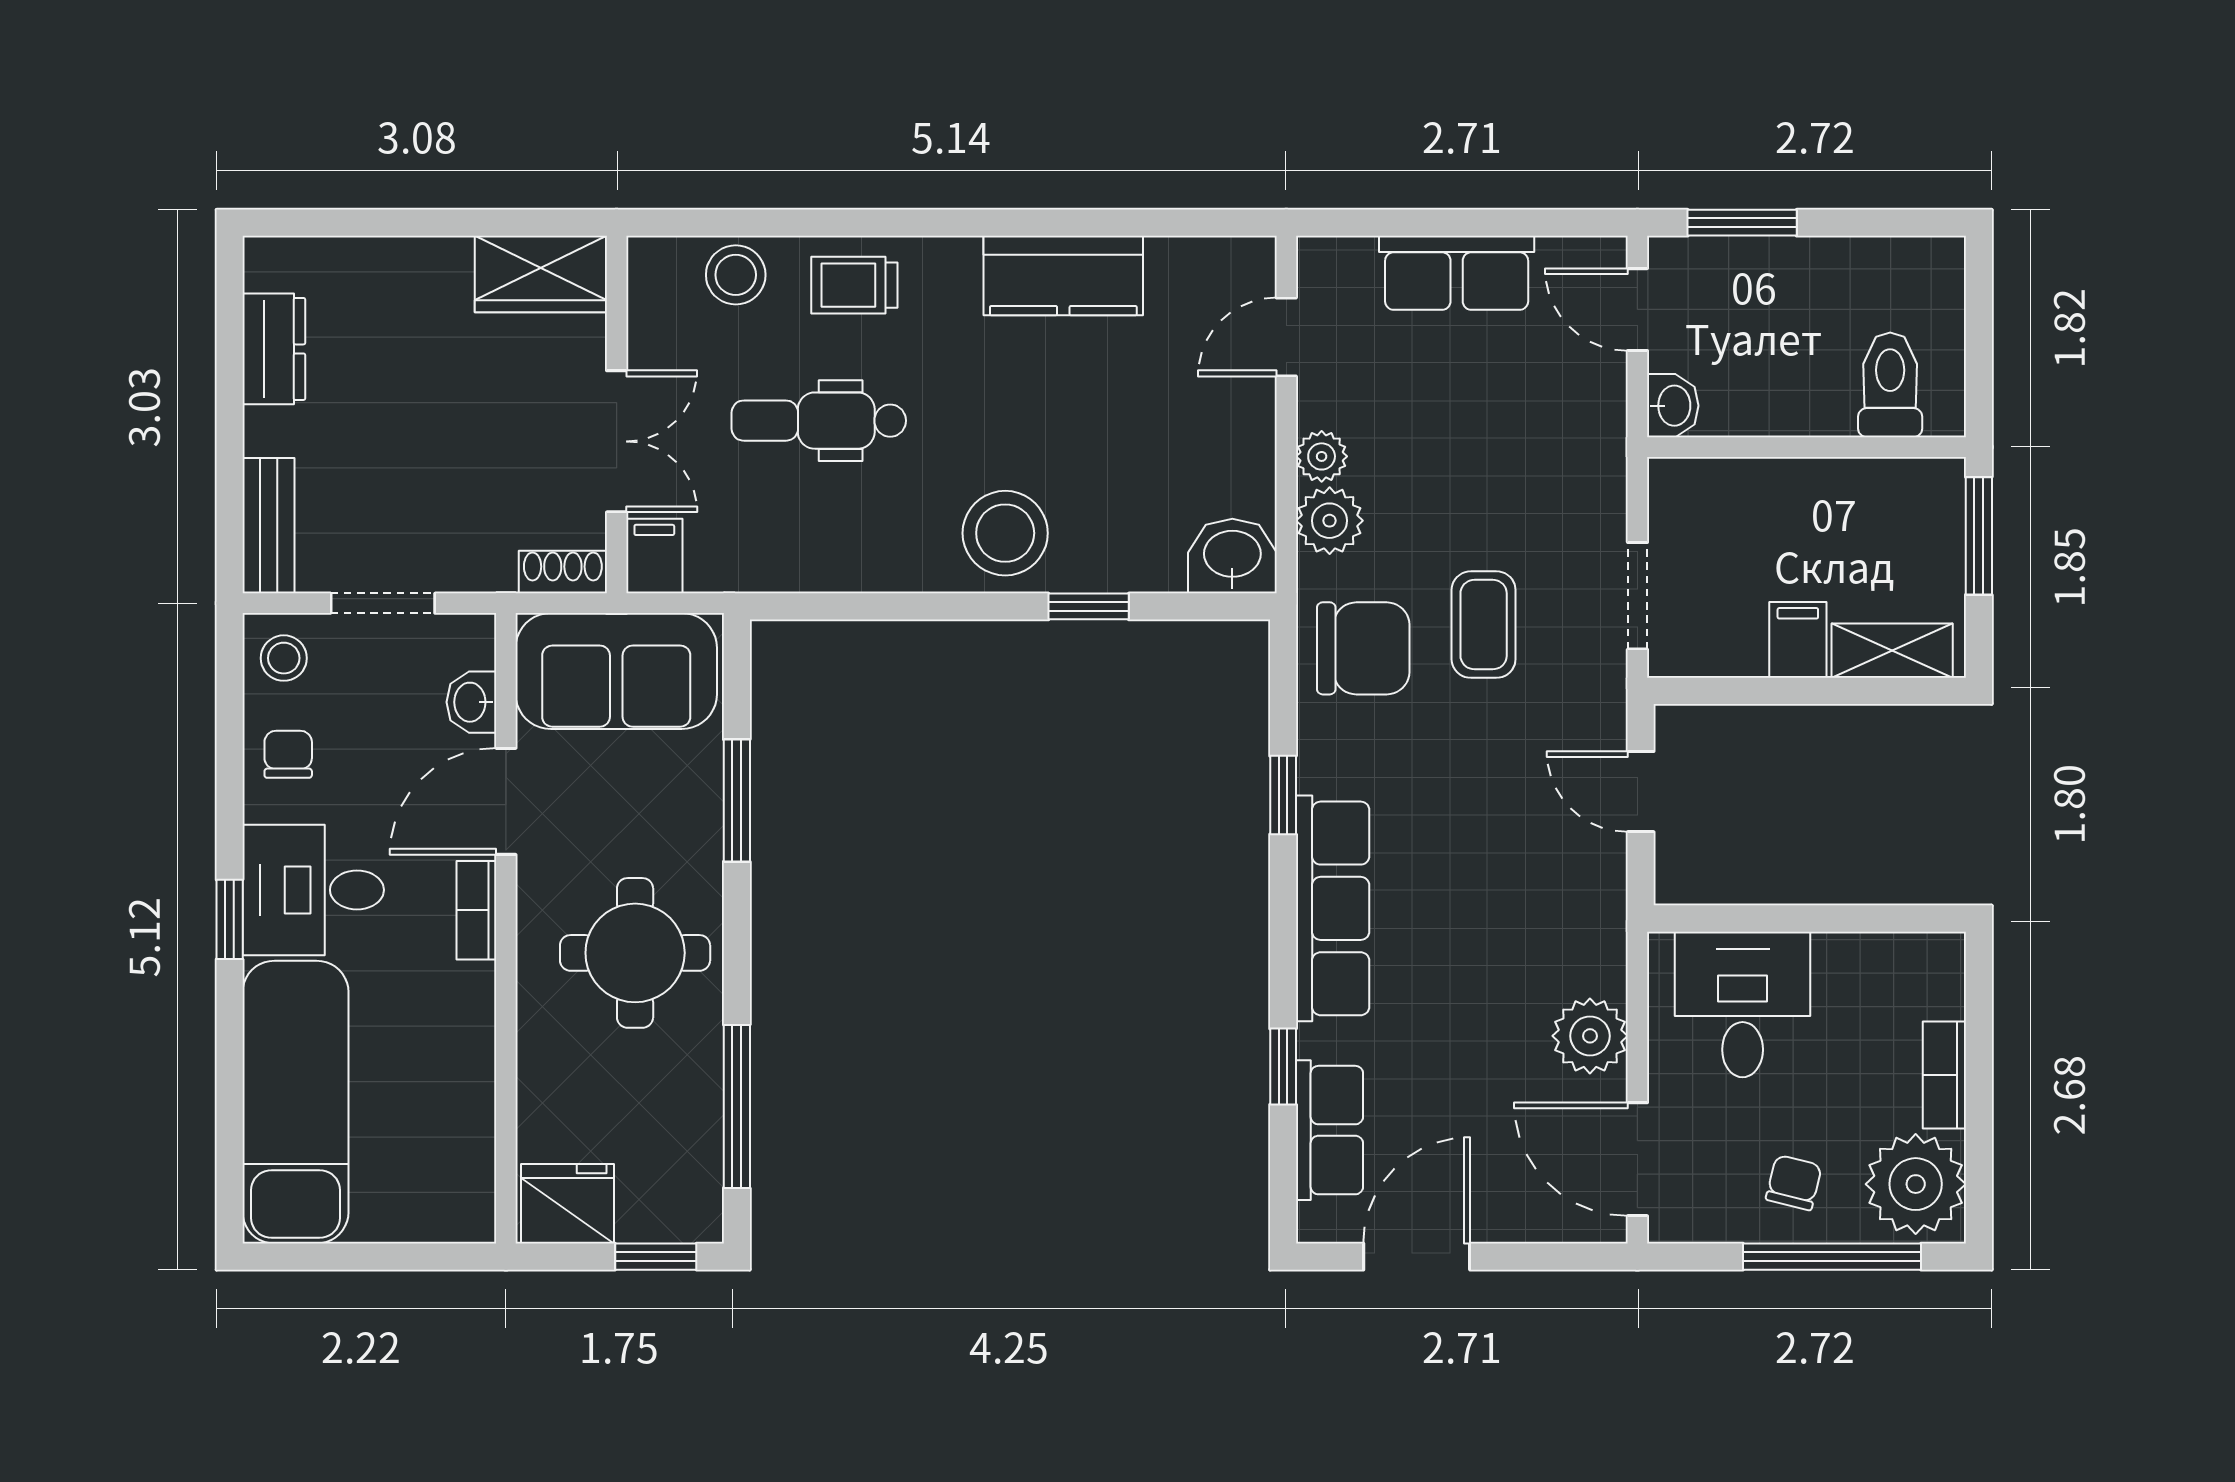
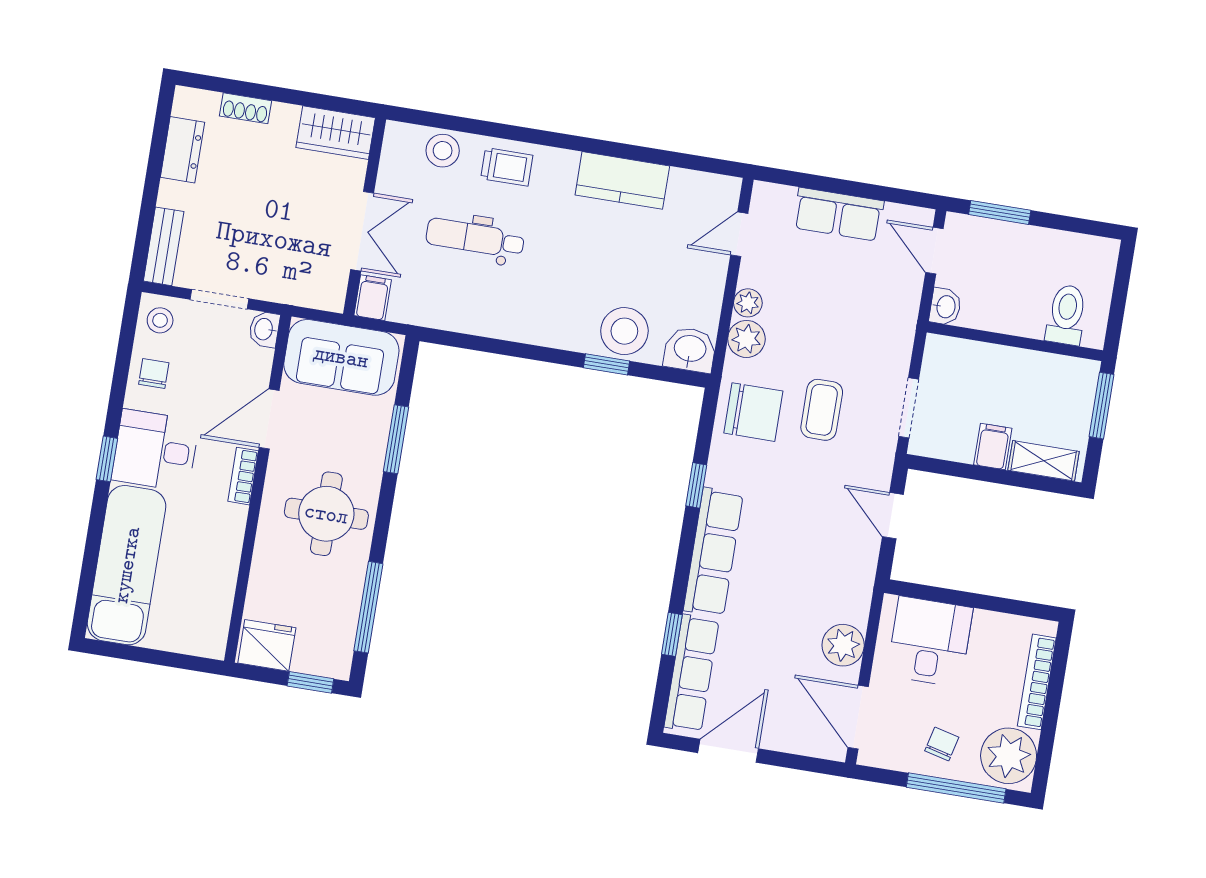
trolley: (854, 285) -> (507, 167), turned 180
stool: (1005, 533) -> (624, 331), moved
shoe rack: (563, 572) -> (245, 108), moved, turned 180
washbasin: (471, 702) -> (264, 329), moved
bookcase: (1944, 1075) -> (1037, 682), width x1.56
row of seats: (1329, 1130) -> (692, 673), width x1.48

